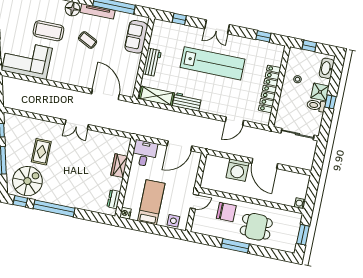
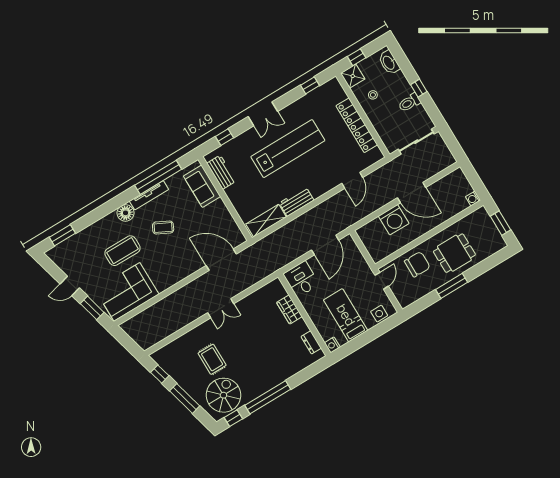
workbench: (152, 62) -> (221, 172), moved
shower: (320, 92) -> (353, 76), moved

